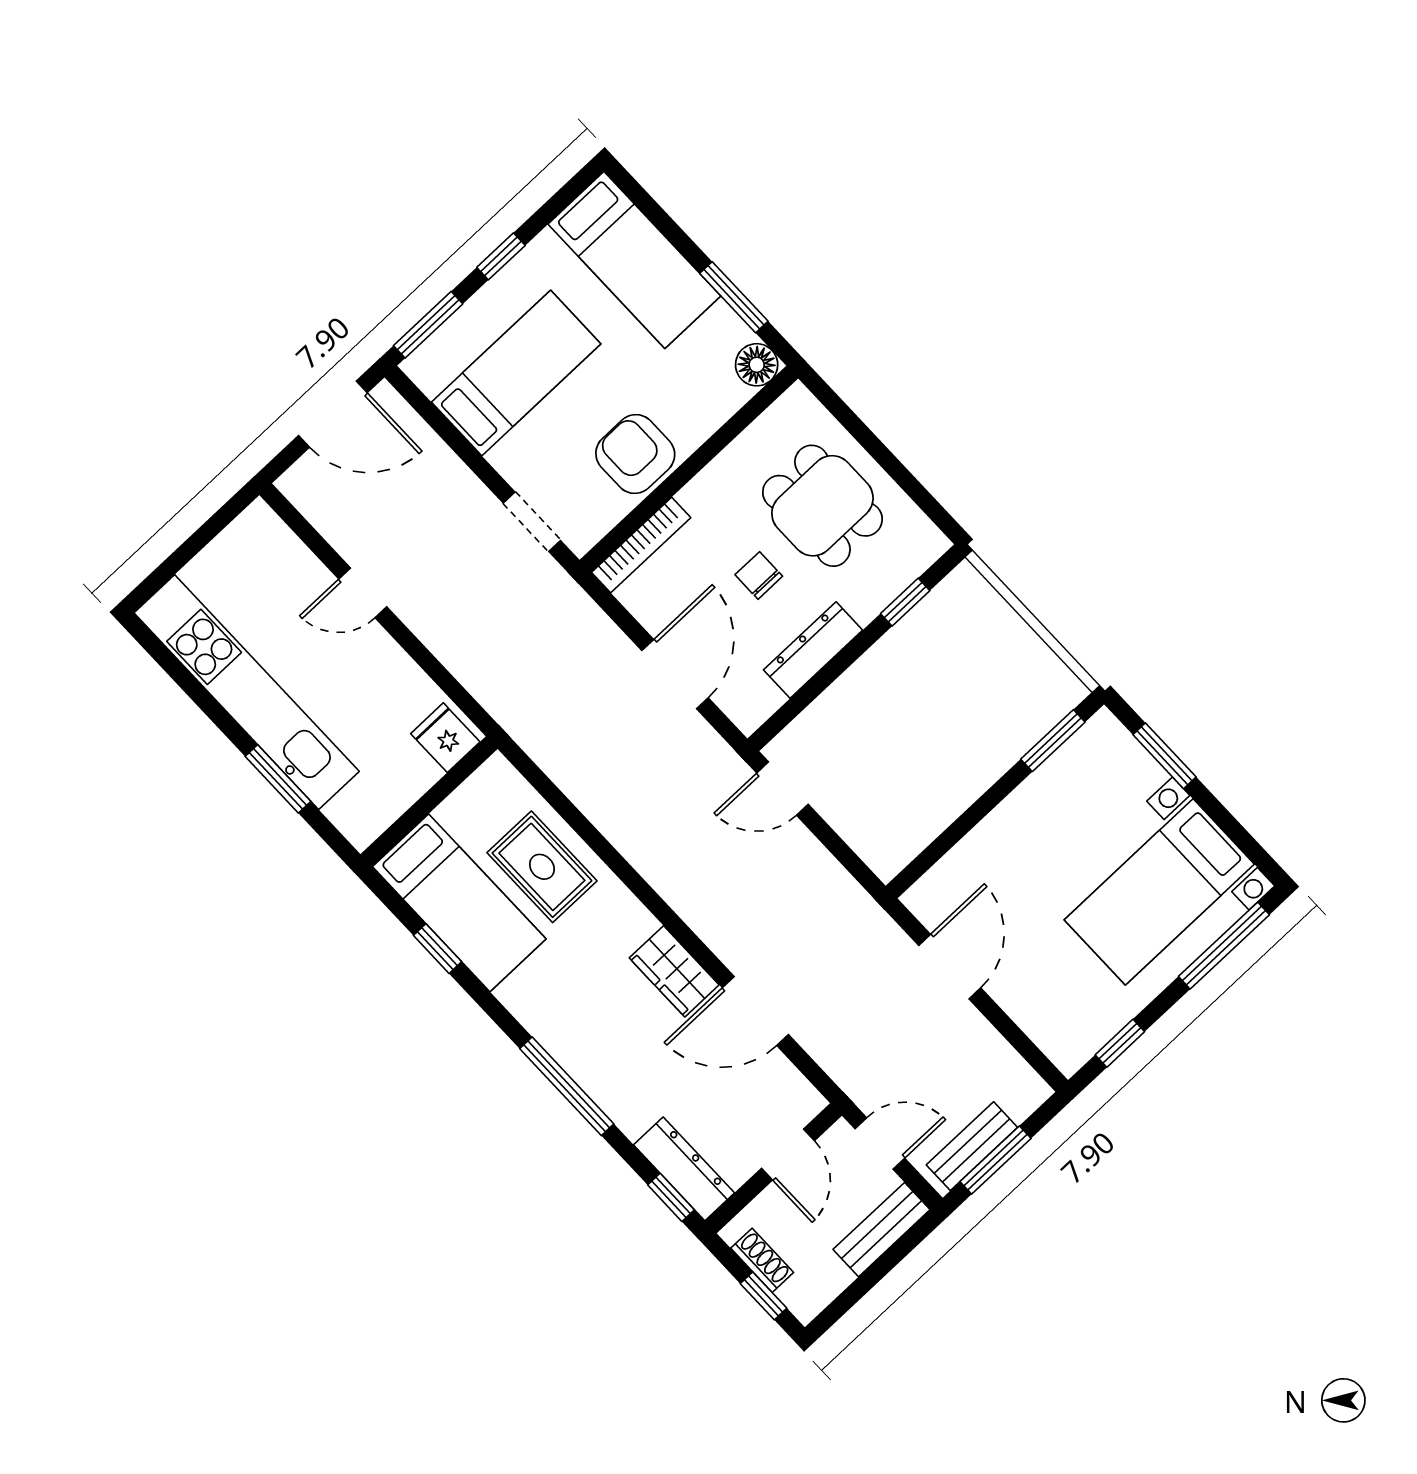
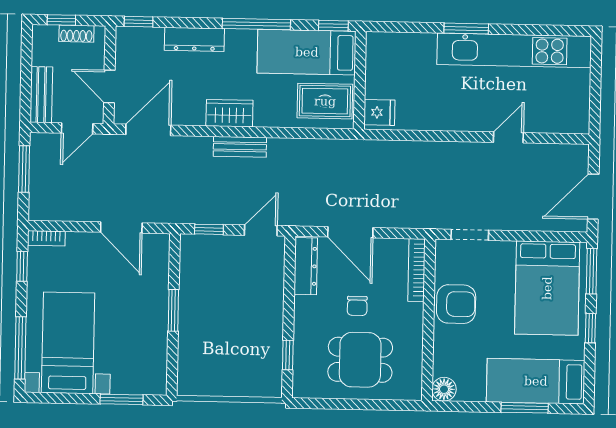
window: (734, 297) -> (525, 408), moved
bed: (516, 373) -> (547, 288), width x1.50
chair: (759, 575) -> (357, 306), turned 90
dresser: (813, 650) -> (306, 266), moved
fridge: (445, 738) -> (379, 112), moved
window: (1053, 741) -> (173, 310), moved
wall: (429, 802) -> (360, 80), moved
window: (845, 855) -> (209, 229), added
bed: (459, 903) -> (307, 52), moved
door: (755, 1011) -> (148, 130), moved
bookcase: (1055, 1047) -> (46, 238), added
window: (567, 1086) -> (256, 24), moved
bench: (972, 1146) -> (240, 147), moved, turned 90
dresser: (684, 1169) -> (194, 39), moved

